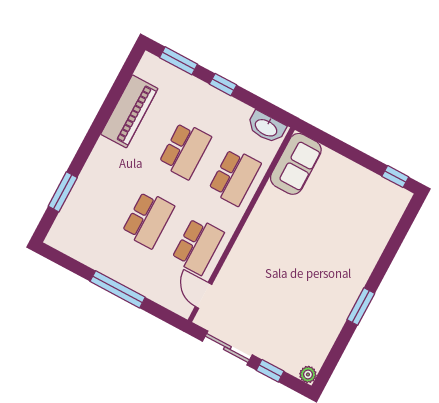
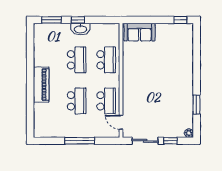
piano: (129, 111) -> (41, 85), moved
washbasin: (266, 127) -> (80, 29), moved
sofa: (296, 164) -> (140, 32), moved, turned 90
window: (63, 192) -> (30, 109), removed
window: (361, 307) -> (197, 105), moved

